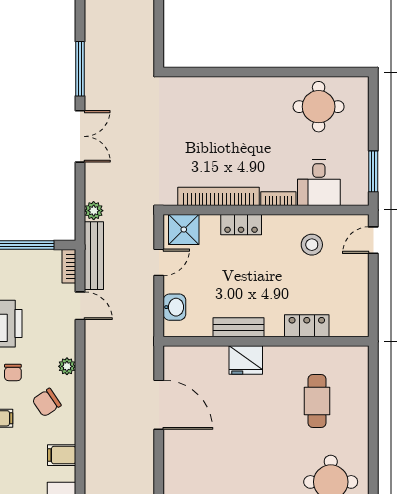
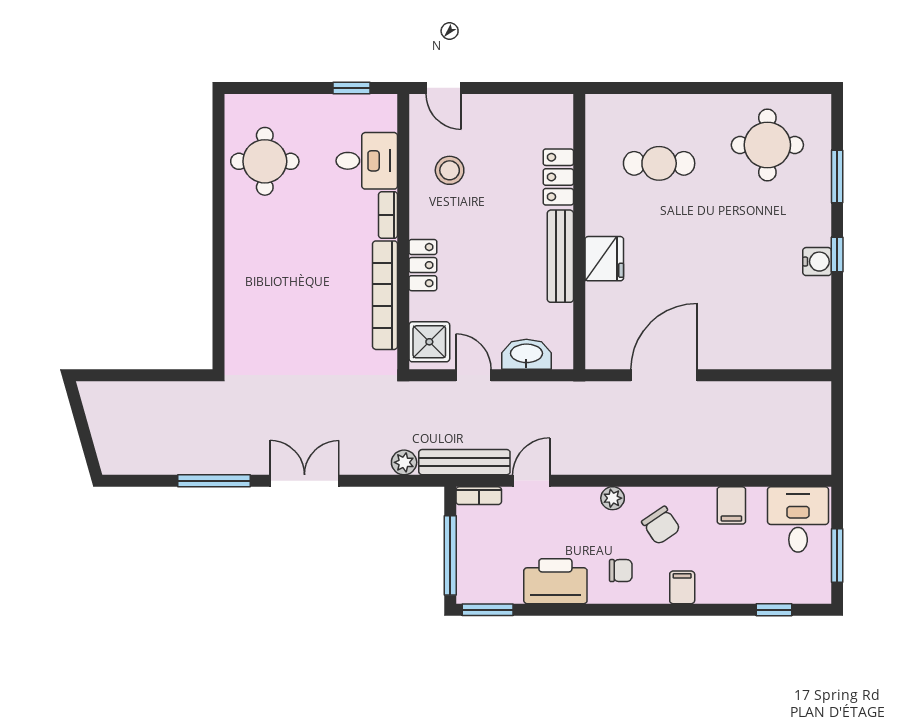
window: (373, 171) -> (352, 88), width x0.67
washbasin: (174, 307) -> (526, 354), width x1.38
bench: (238, 327) -> (560, 256), width x1.36

